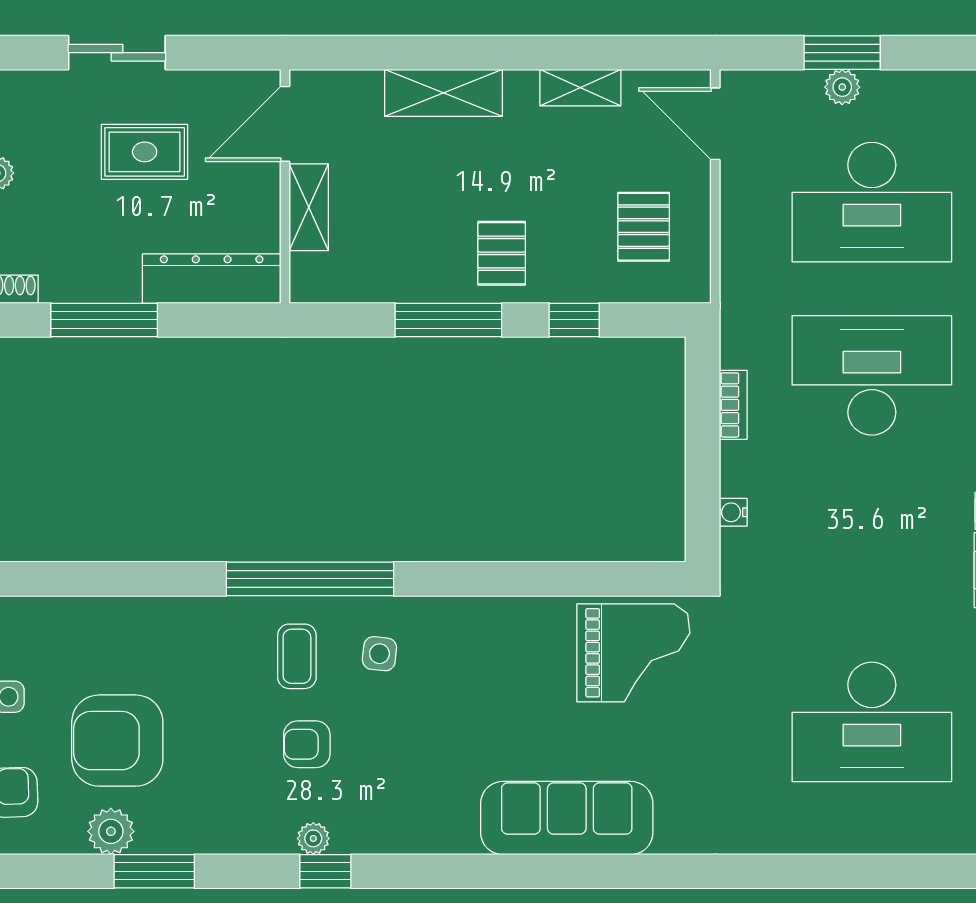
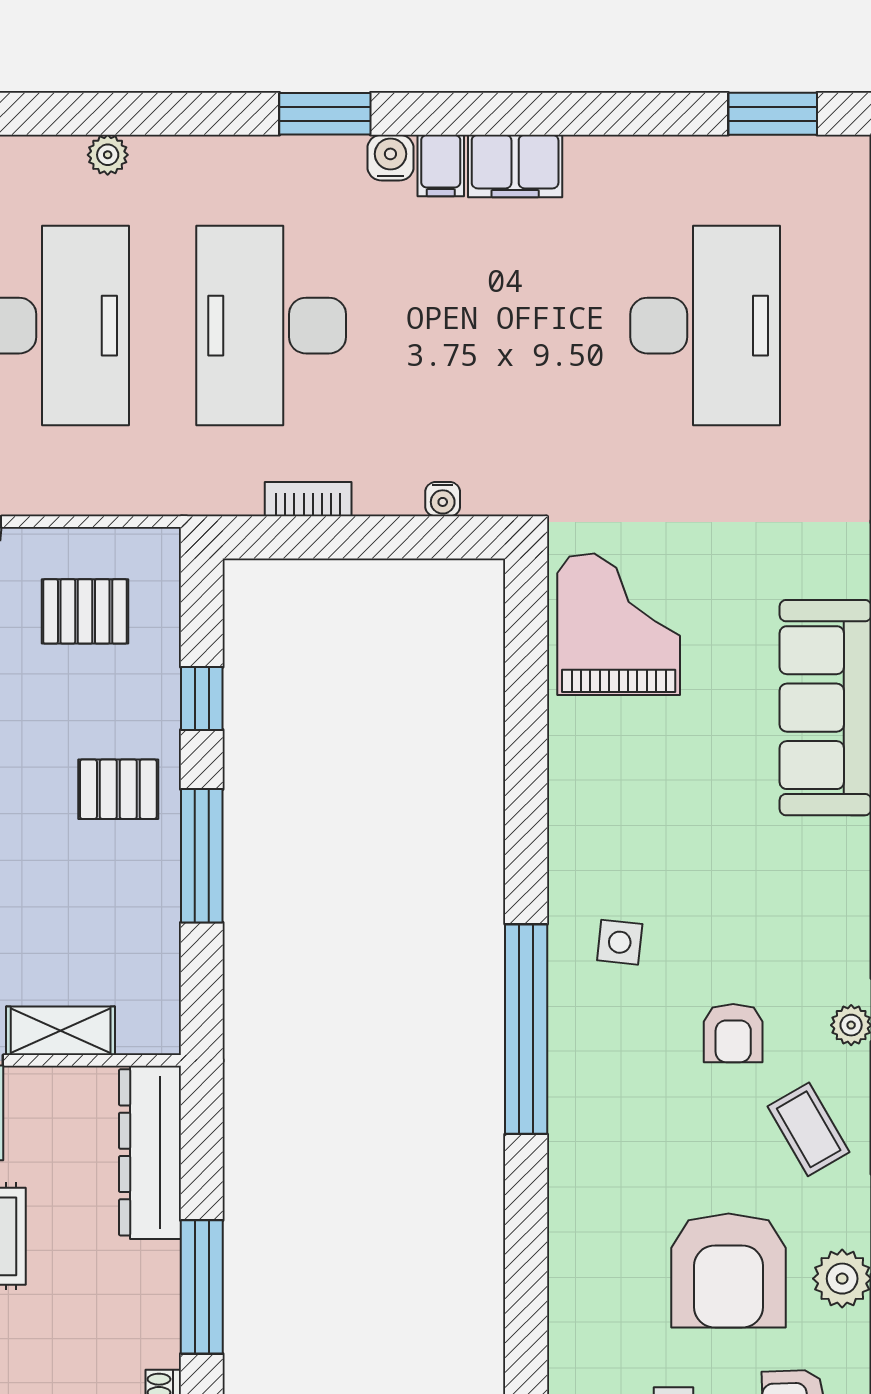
coffee table: (297, 656) -> (809, 1129), moved, turned 60

